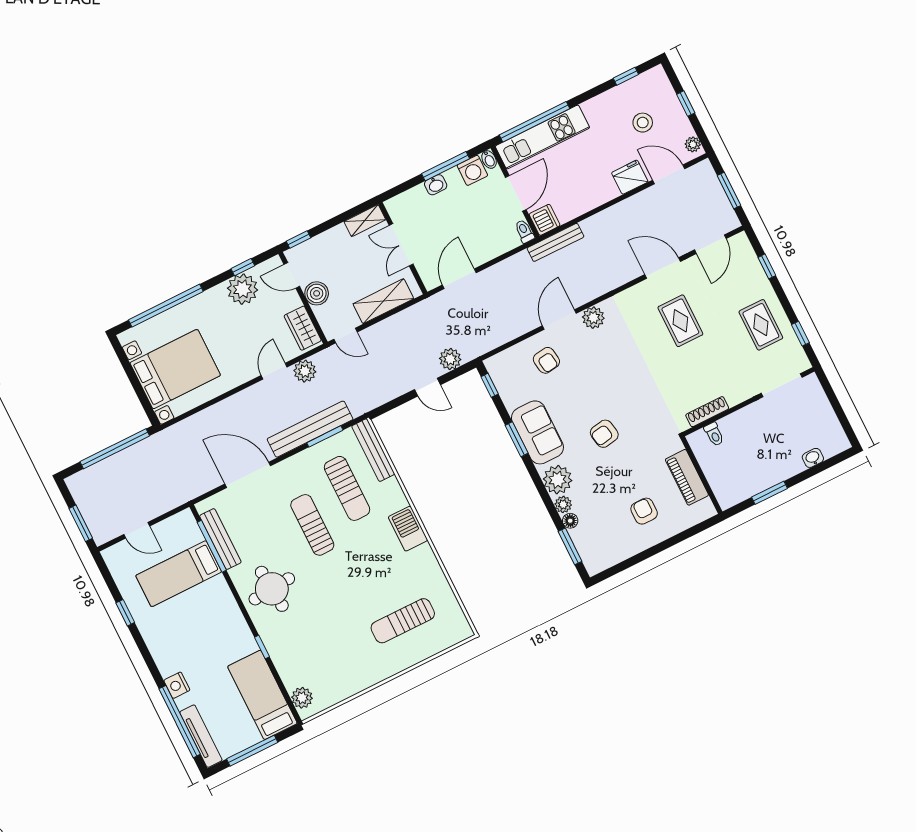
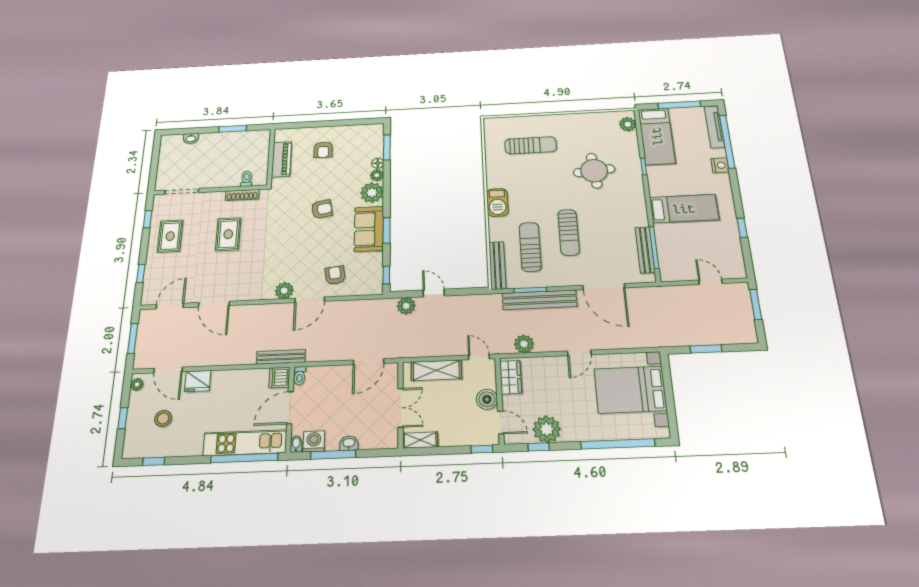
rug: (680, 321) -> (228, 234), moved
door: (274, 371) -> (579, 353), moved
window: (115, 449) -> (706, 349), width x0.47
bed: (179, 574) -> (684, 209), moved
round table: (272, 589) -> (594, 171), moved

